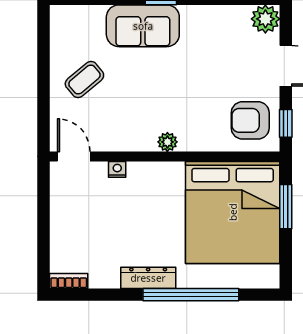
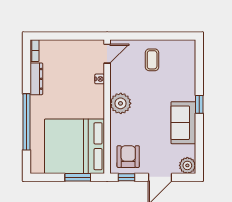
sofa: (143, 26) -> (183, 123), moved
coffee table: (84, 80) -> (152, 60), turned 40
plant: (167, 142) -> (121, 103), width x1.88, depth x1.88
dresser: (148, 278) -> (36, 79), moved

